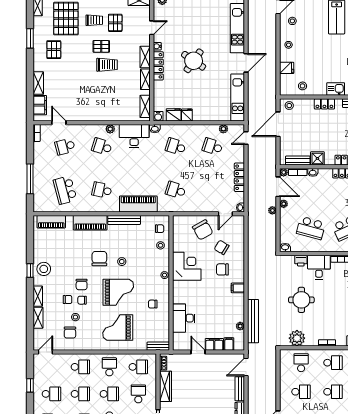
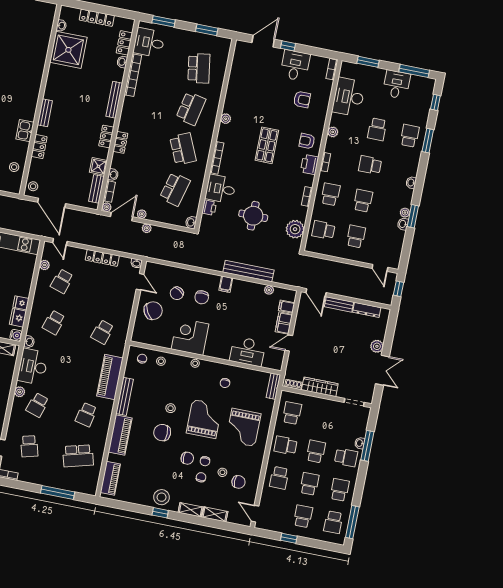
bench: (253, 321) -> (249, 271), moved
school desk: (80, 367) -> (279, 478), turned 180
school desk: (138, 394) -> (322, 419), removed

